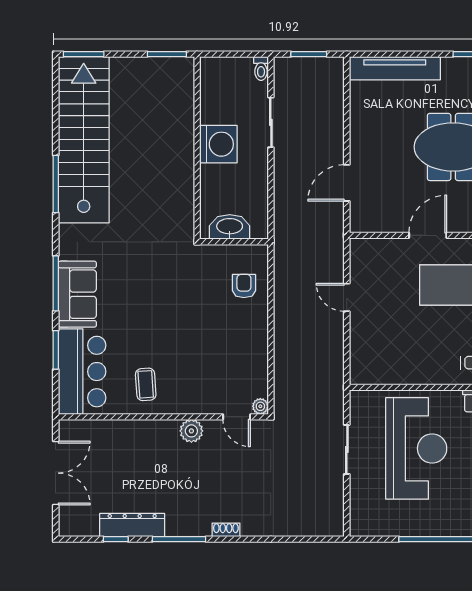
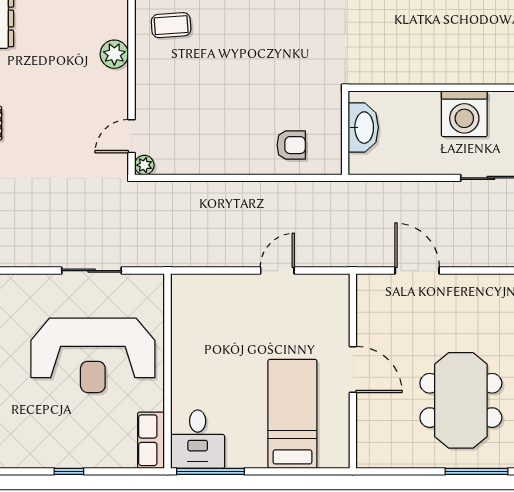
plant: (191, 431) -> (114, 54), moved

